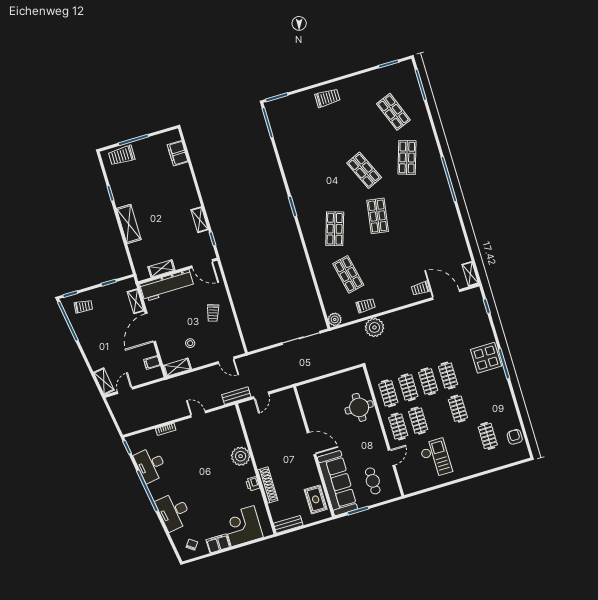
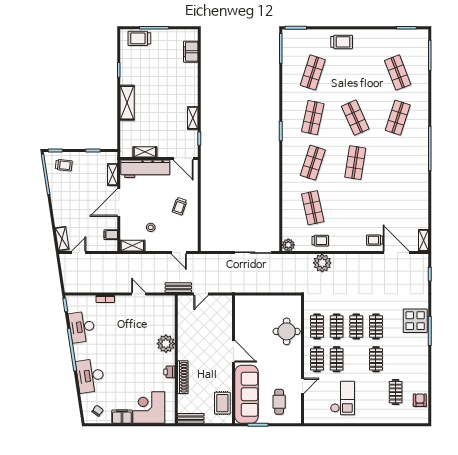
shop shelf: (307, 137) -> (313, 72), added
shop shelf: (321, 183) -> (313, 118), added

